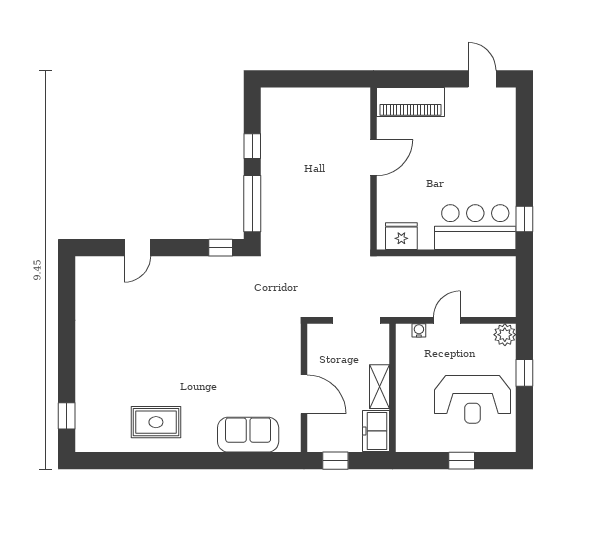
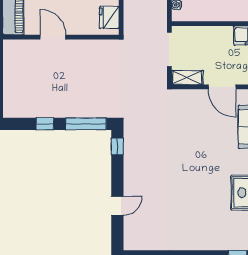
door: (137, 248) -> (117, 206), hinge flipped
shelving: (379, 387) -> (187, 78), moved
door: (304, 394) -> (222, 87), swing flipped

